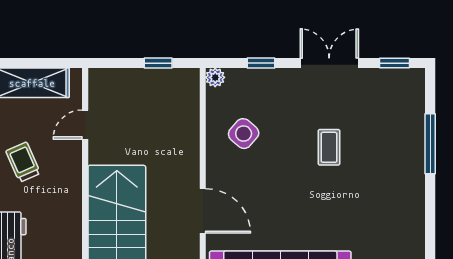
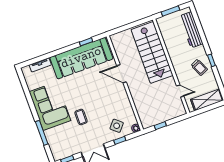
door: (85, 125) -> (180, 91), hinge flipped
side table: (244, 134) -> (117, 126), moved
corner sofa: (390, 197) -> (50, 106), added

